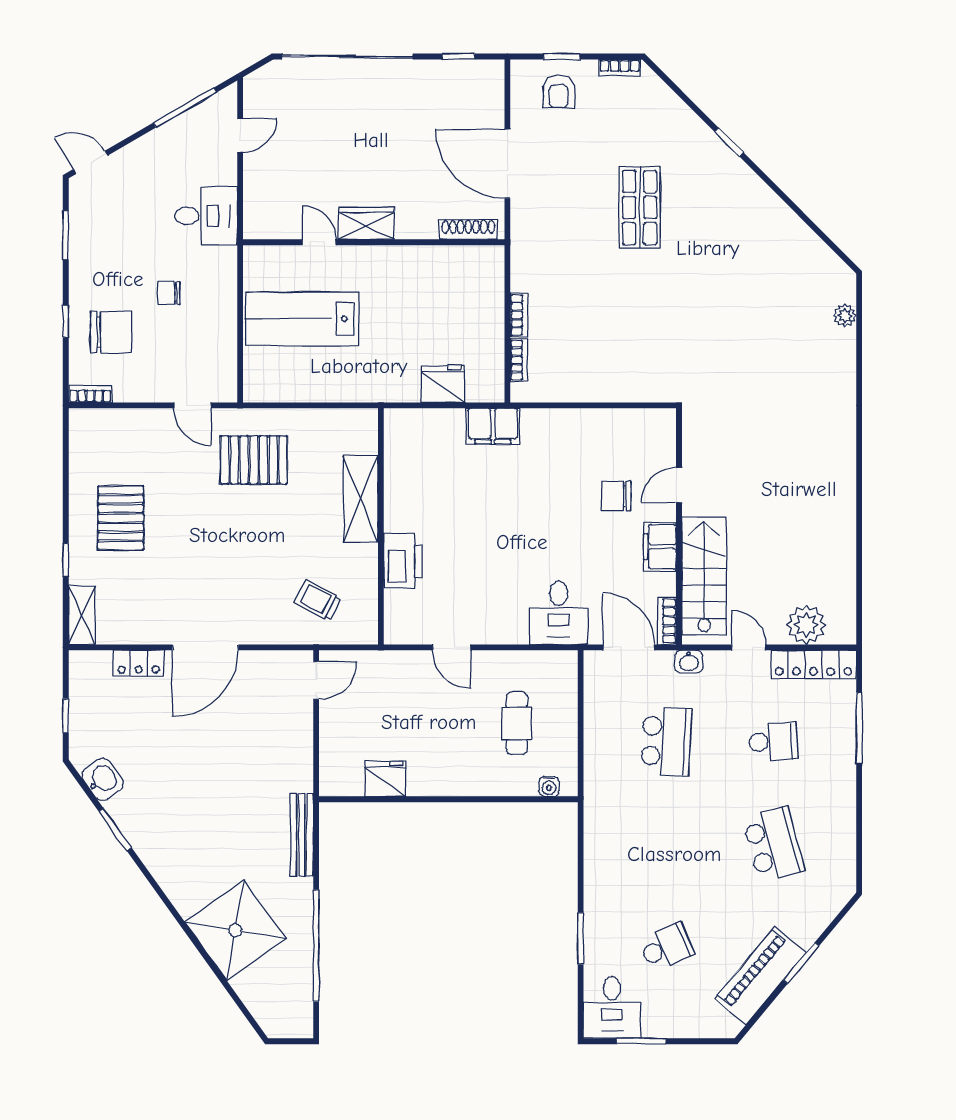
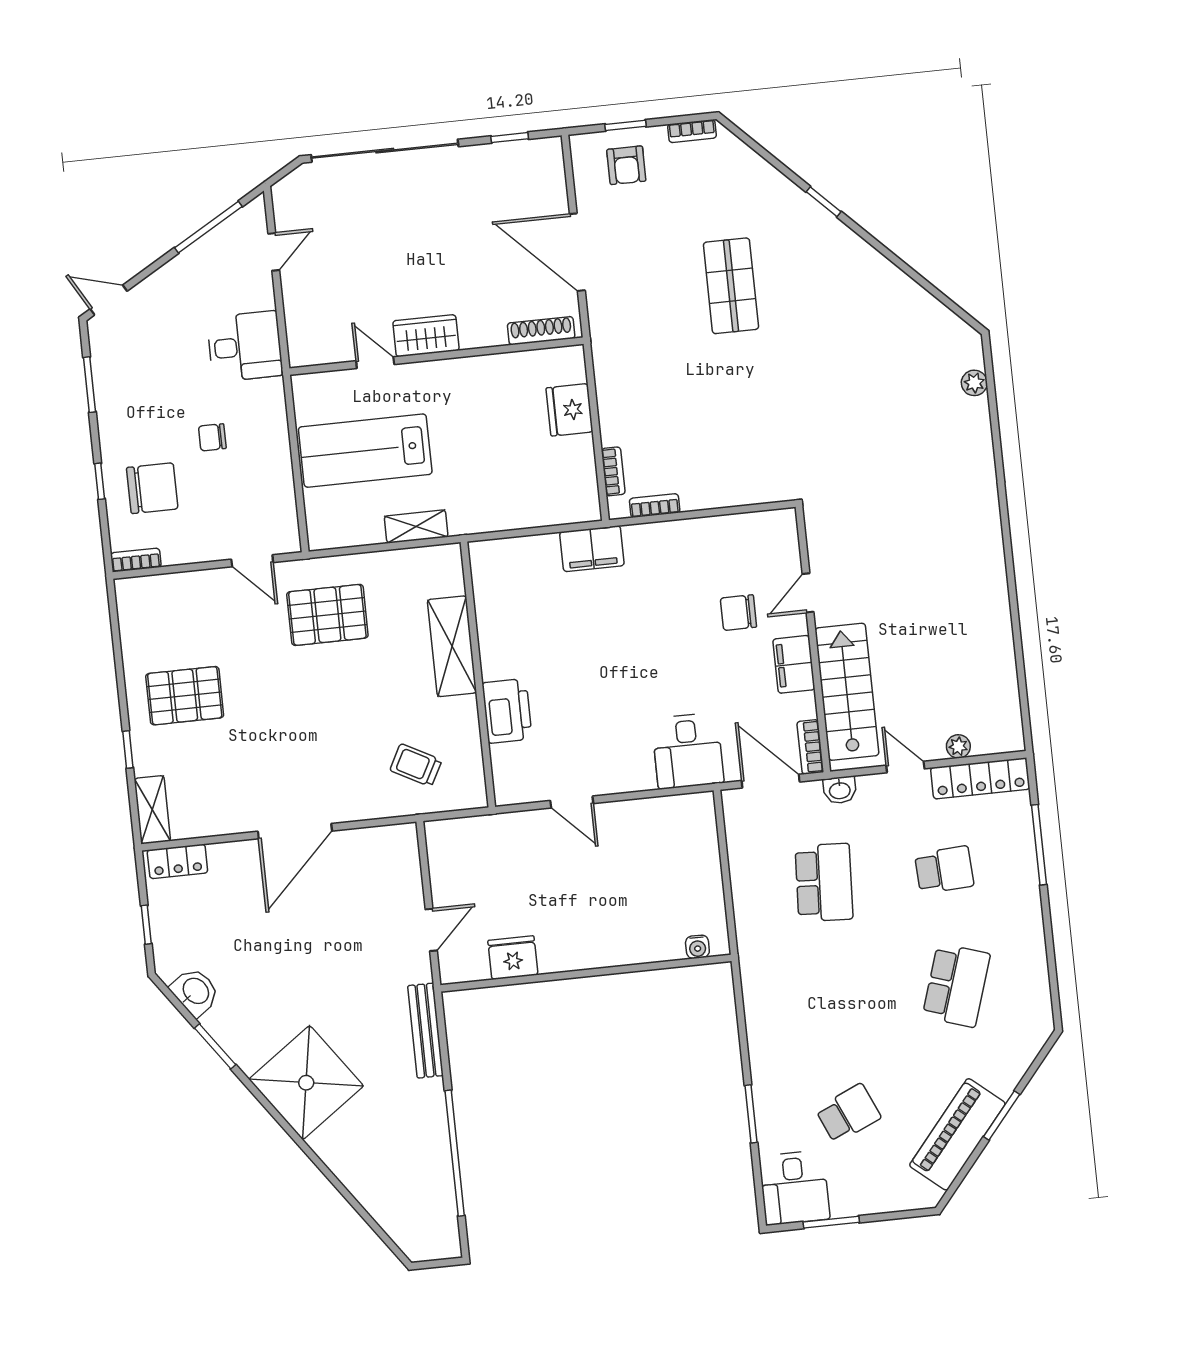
bookcase: (519, 315) -> (655, 506), moved, turned -90
fridge: (443, 384) -> (569, 410), moved, turned -90
shelving: (340, 390) -> (416, 527), added
pallet: (121, 518) -> (185, 696), turned 90
plant: (806, 625) -> (958, 746), width x0.53, depth x0.53
locker: (139, 663) -> (177, 861), moved
door: (316, 680) -> (431, 930), moved
cafe table: (517, 723) -> (654, 880), removed
school desk: (773, 844) -> (956, 985), turned 33
shower: (235, 930) -> (306, 1083), moved

